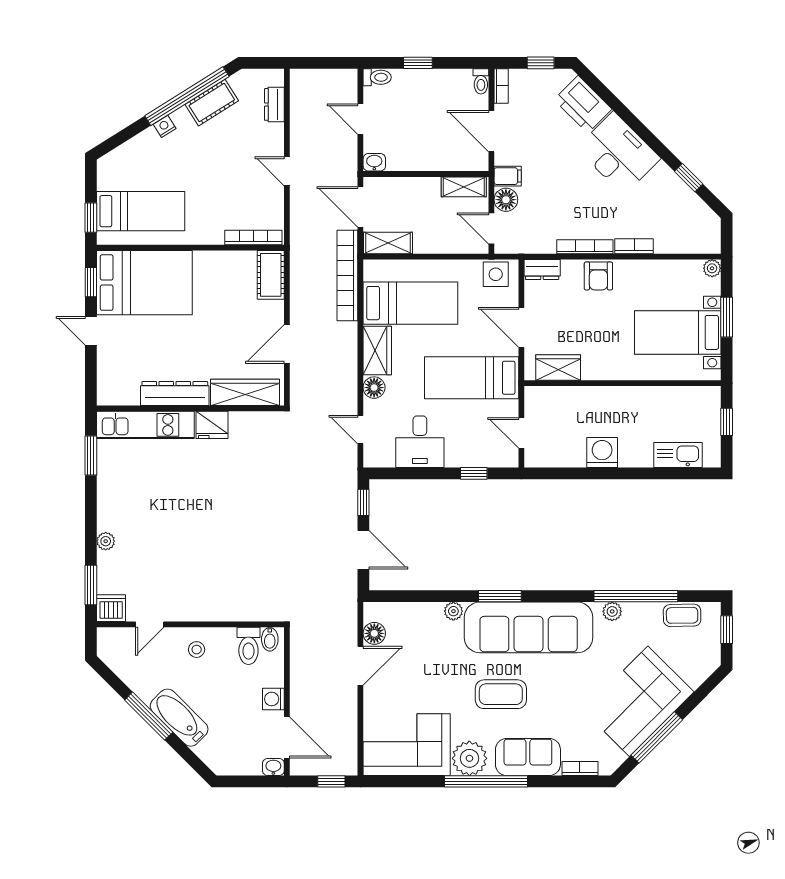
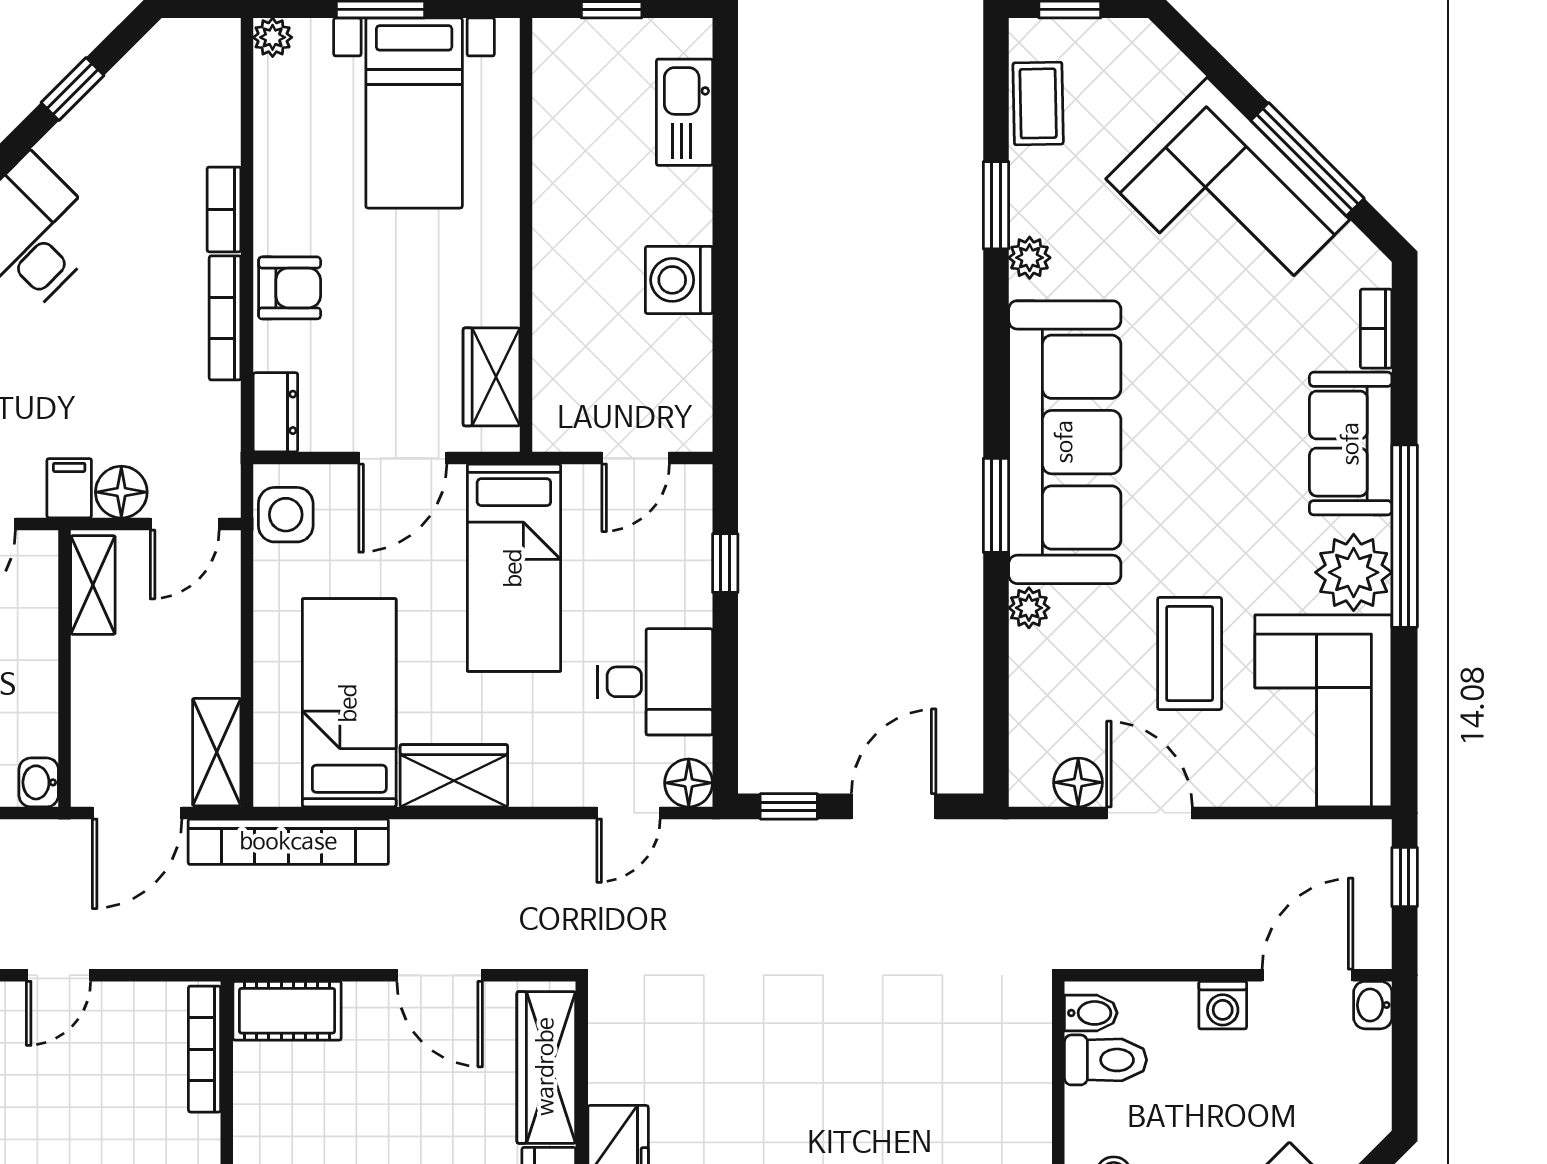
floor lamp: (374, 388) -> (689, 783), moved
window: (636, 596) -> (996, 205), width x0.47
coffee table: (501, 694) -> (1190, 653), moved

